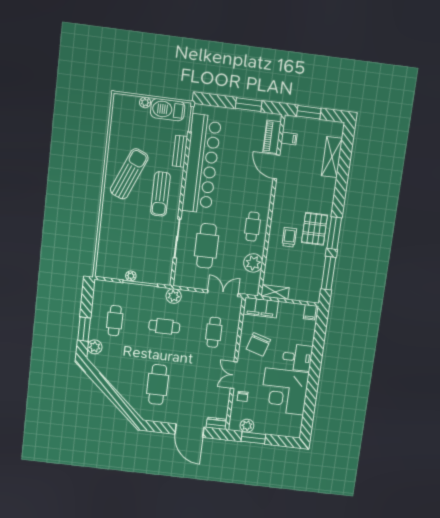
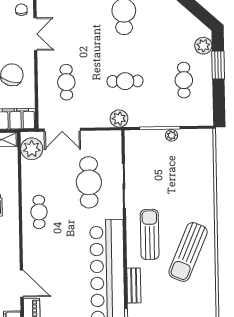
plant: (253, 263) -> (32, 149), moved

